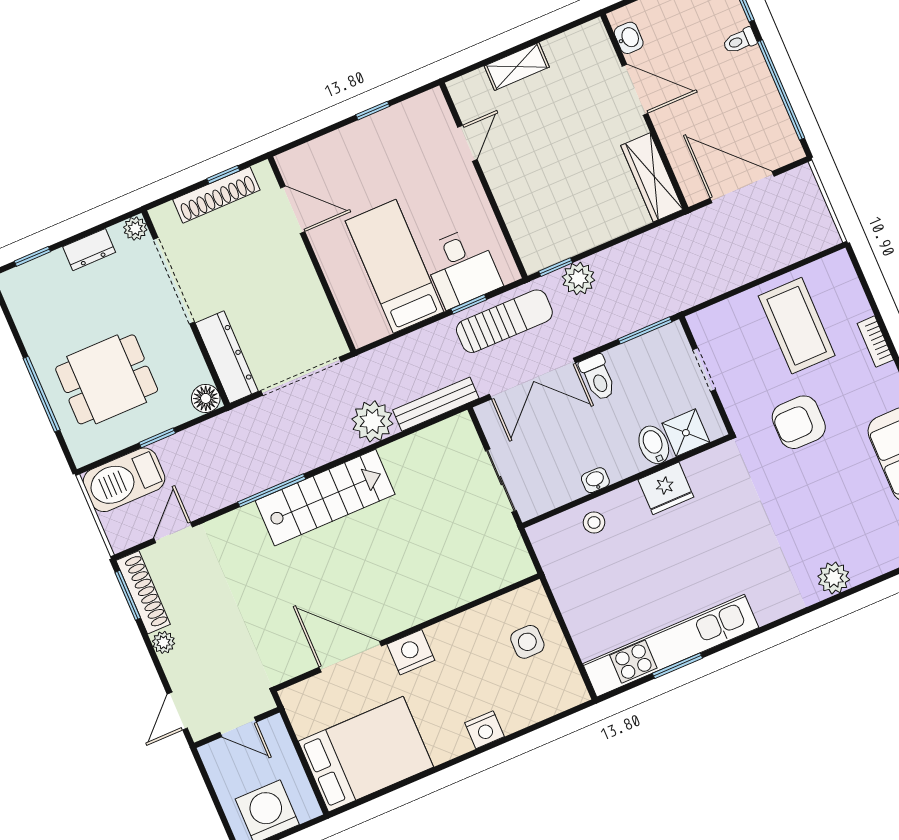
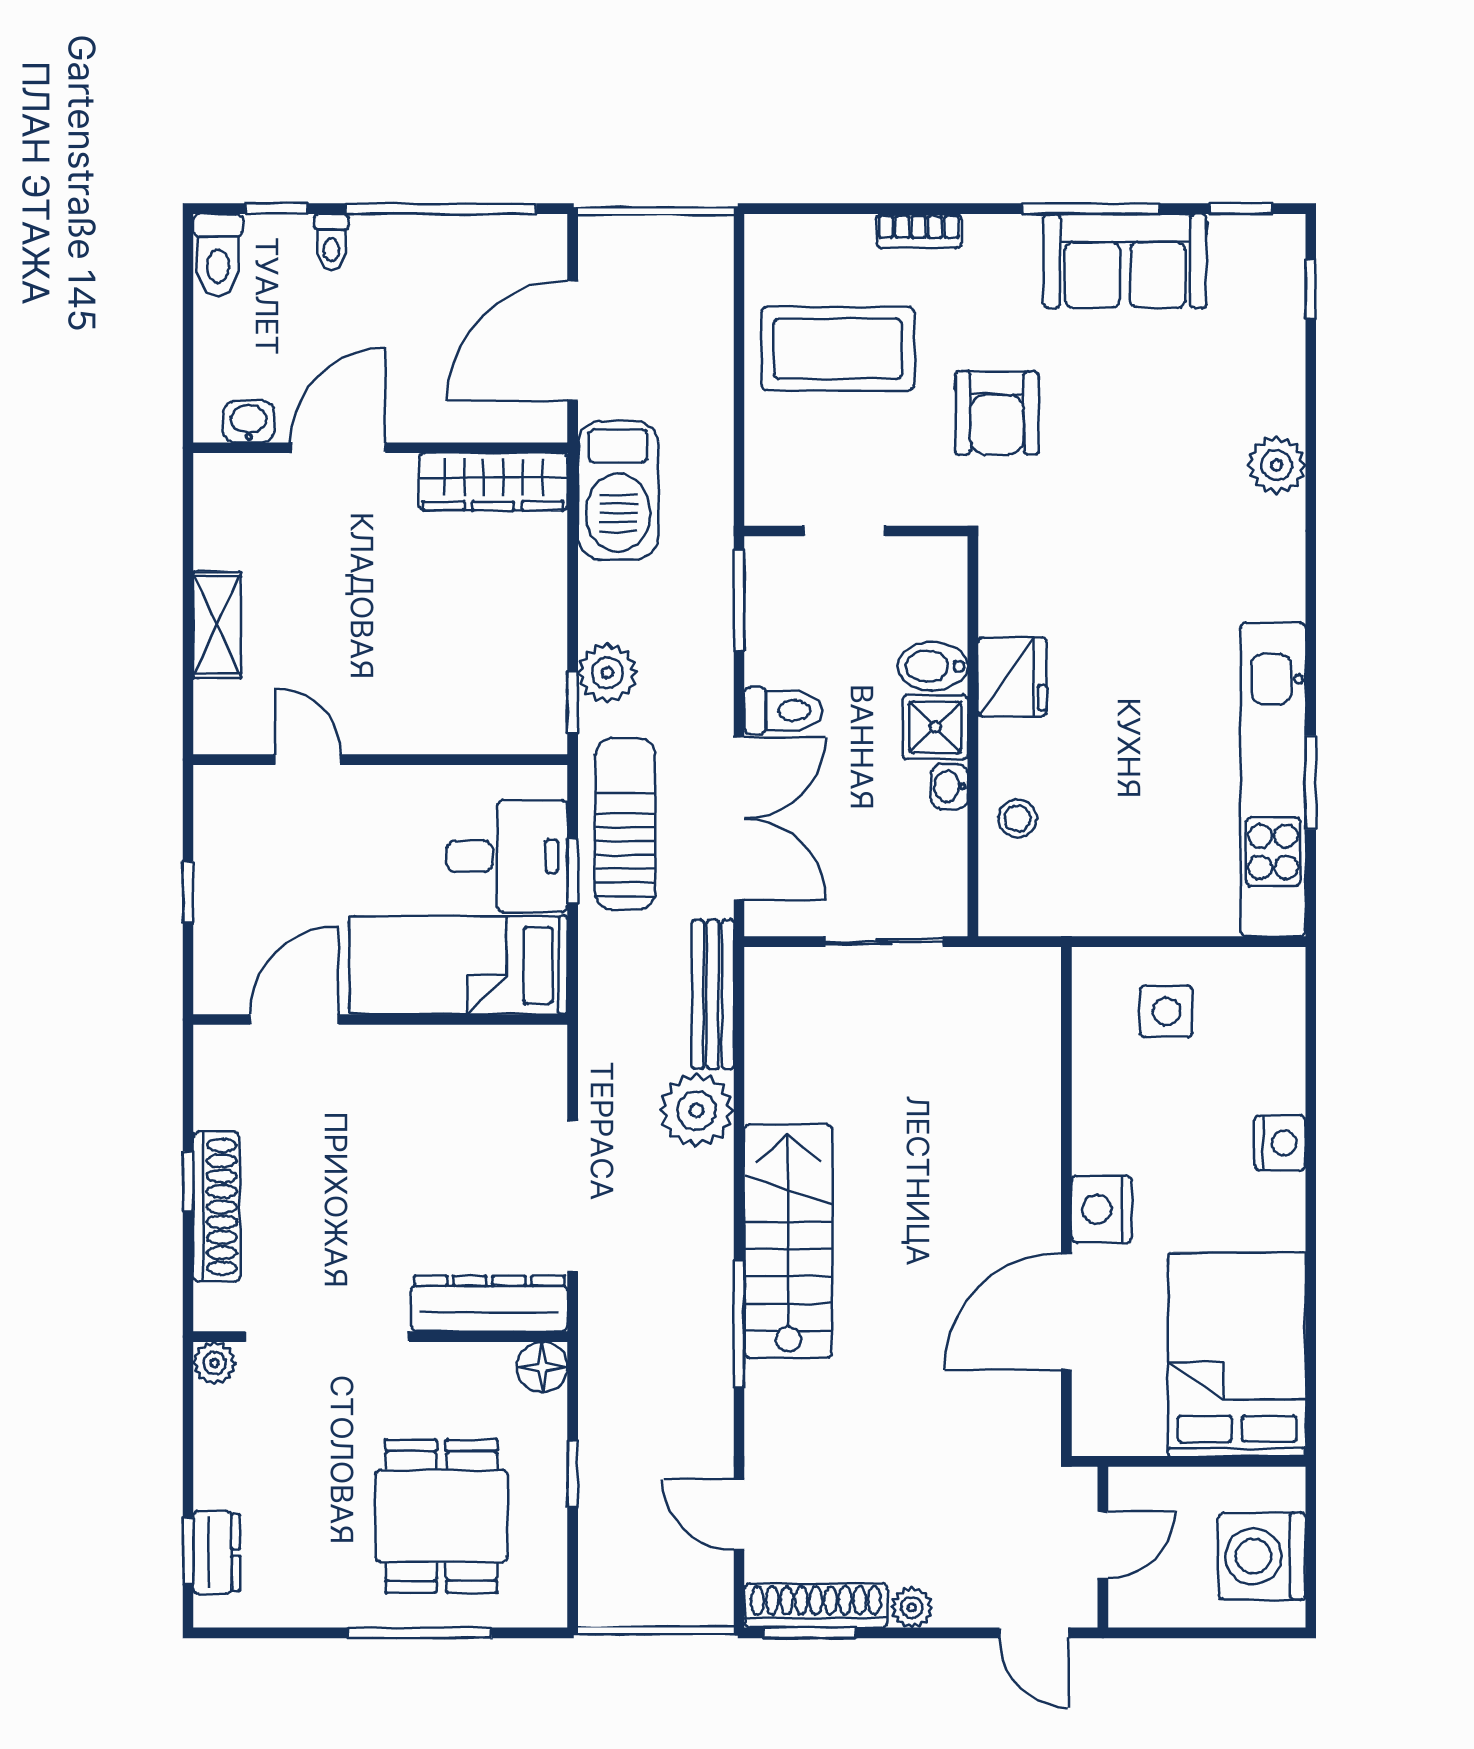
door: (293, 210) -> (294, 1020), moved
dresser: (89, 250) -> (217, 1552), moved
wall: (312, 254) -> (380, 1020), moved
shower: (686, 433) -> (935, 727), moved
barbecue: (124, 480) -> (618, 490), moved

